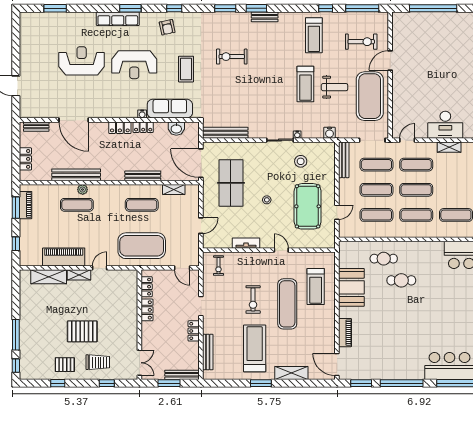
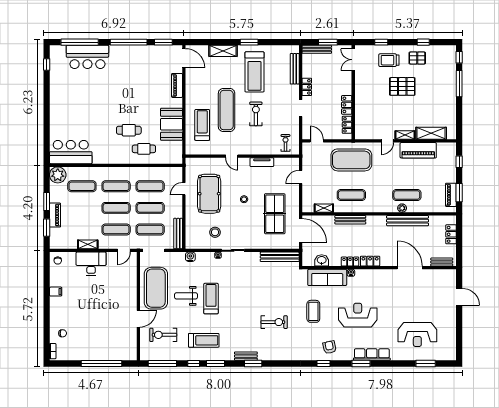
window: (225, 8) -> (216, 363), moved
treadmill: (314, 35) -> (204, 340), turned 90
reception desk: (82, 61) -> (417, 335), moved

